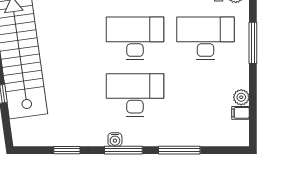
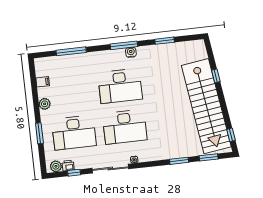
window: (253, 43) -> (39, 133), width x0.69
plant: (241, 97) -> (45, 104), moved
window: (179, 150) -> (71, 51), moved

